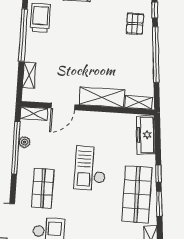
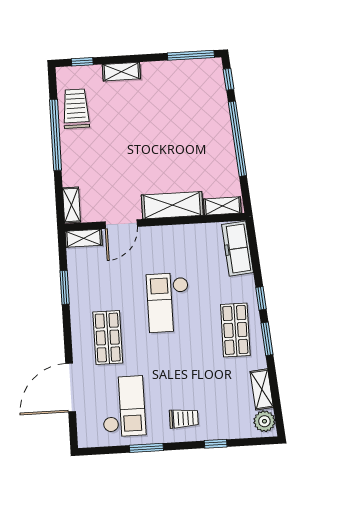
pallet: (135, 24) -> (204, 101), removed
shelving: (29, 75) -> (72, 205), moved
plant: (25, 142) -> (76, 278), removed
window: (16, 148) -> (65, 287), width x0.47
shop shelf: (137, 194) -> (235, 330), width x0.70, depth x0.74

